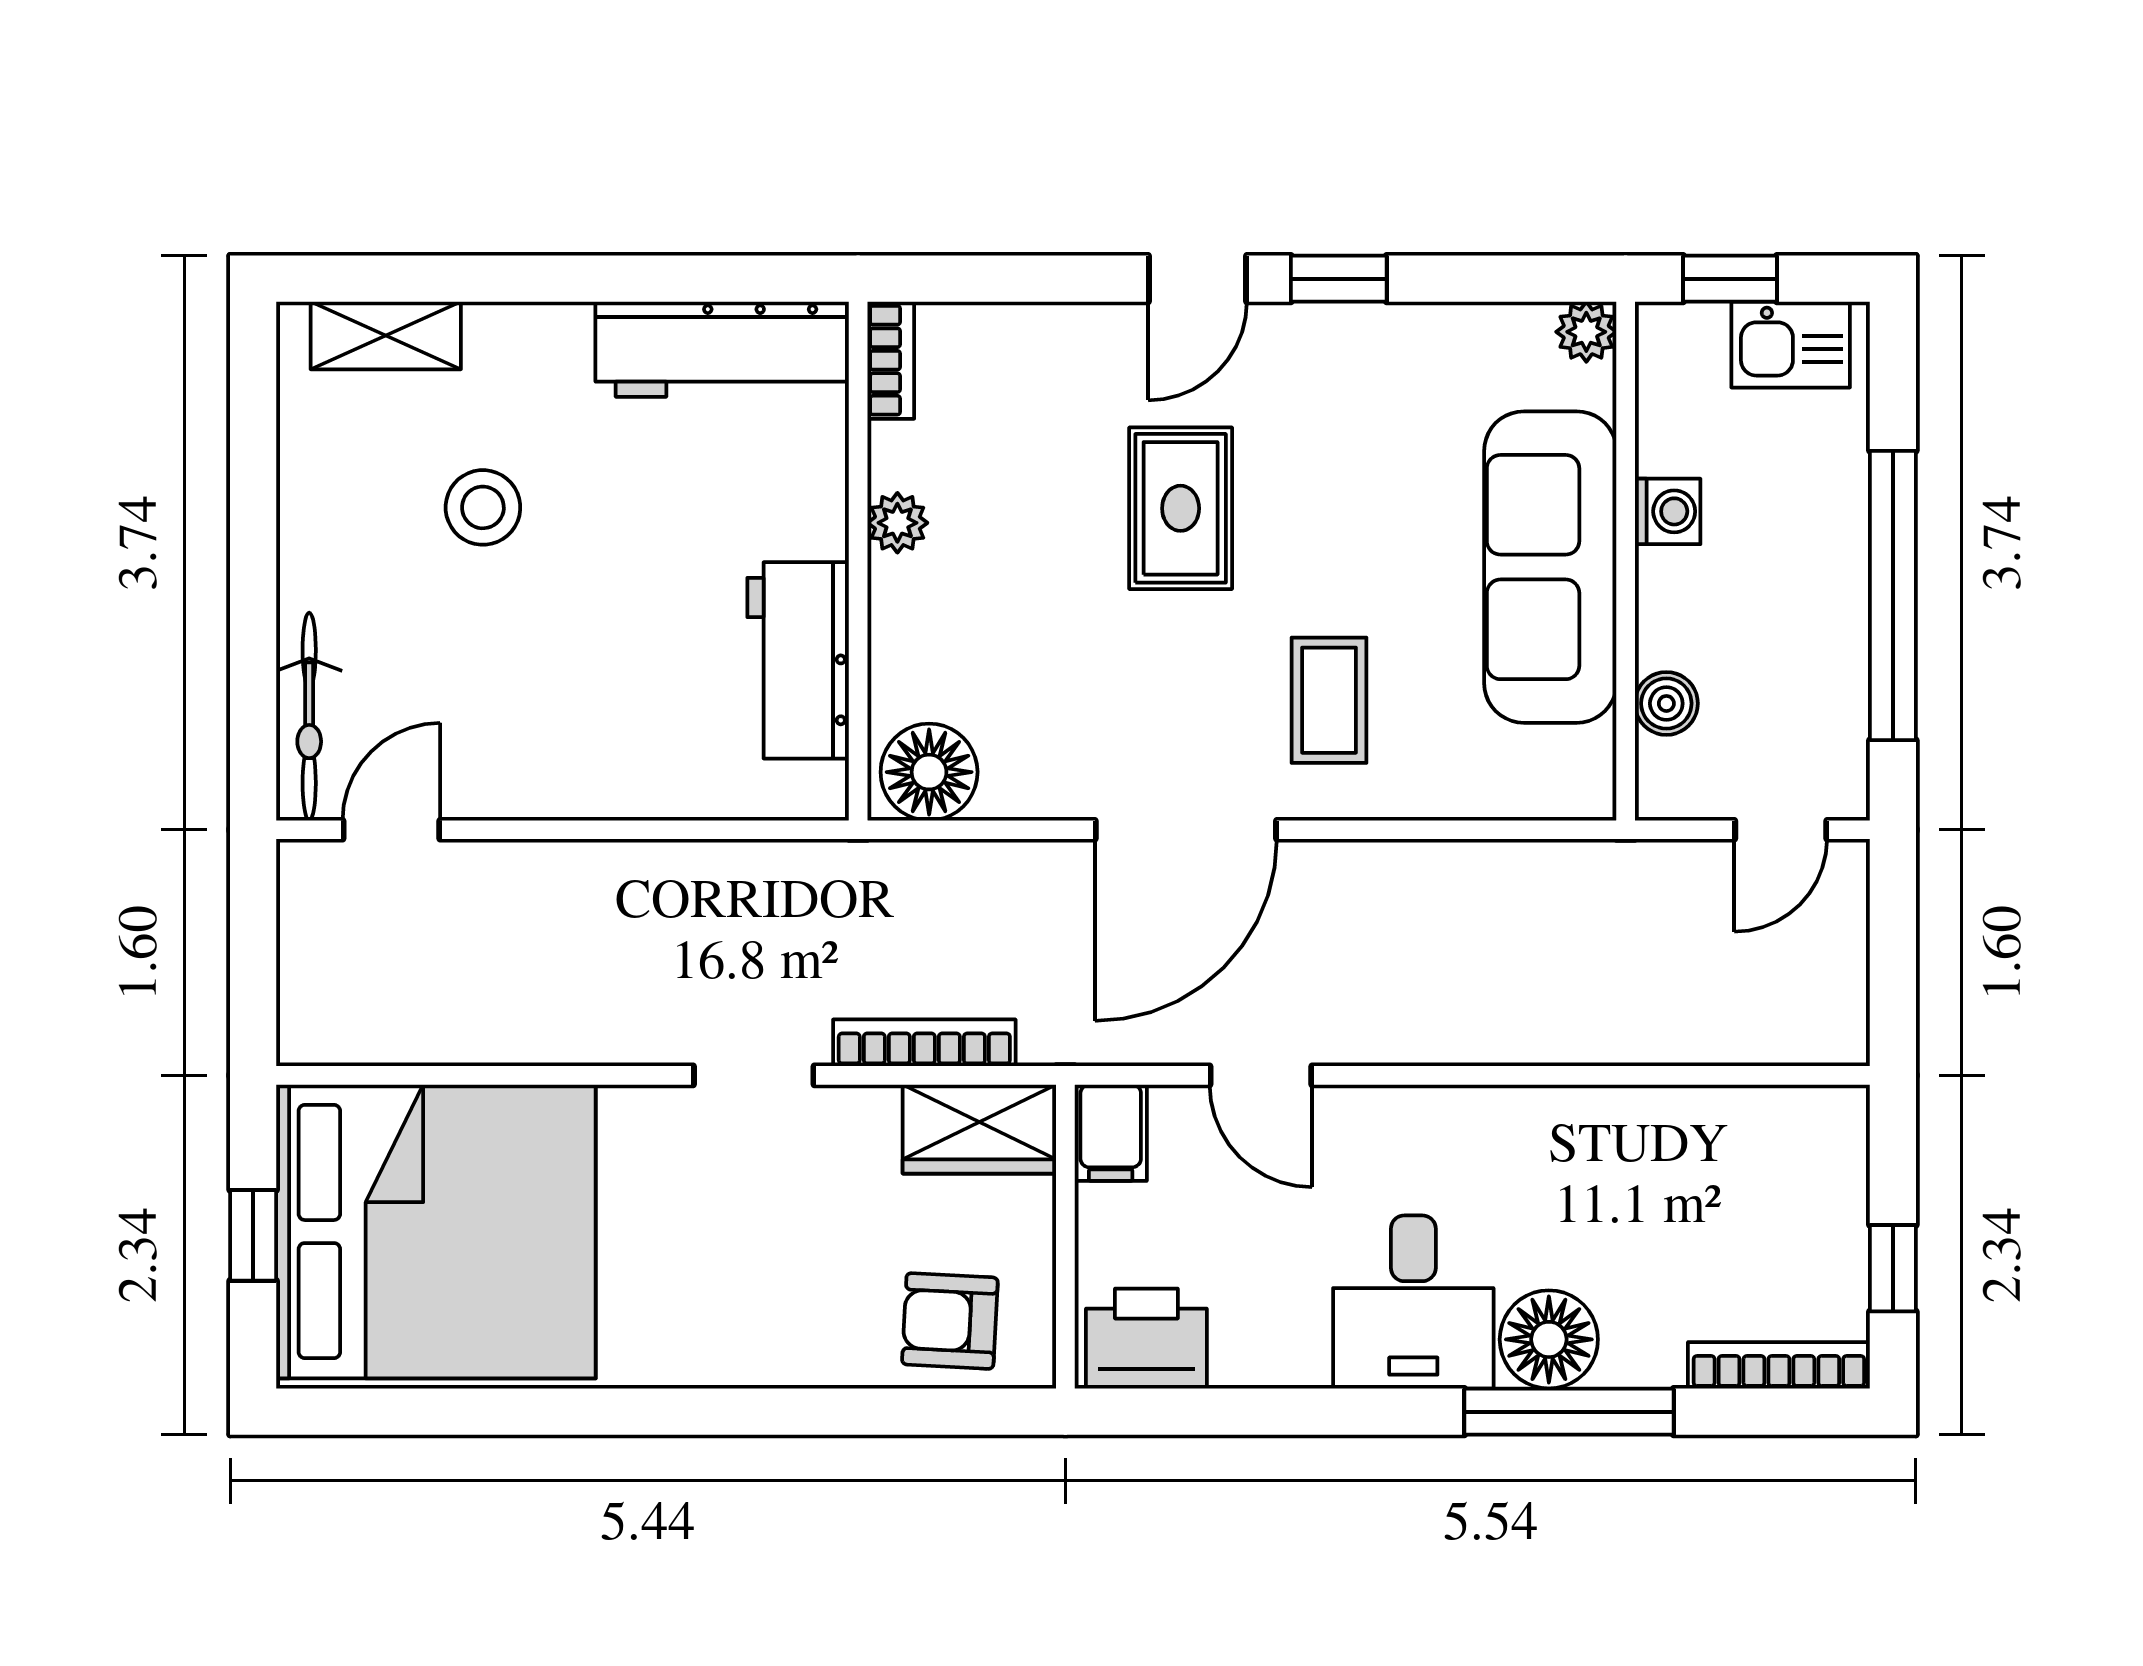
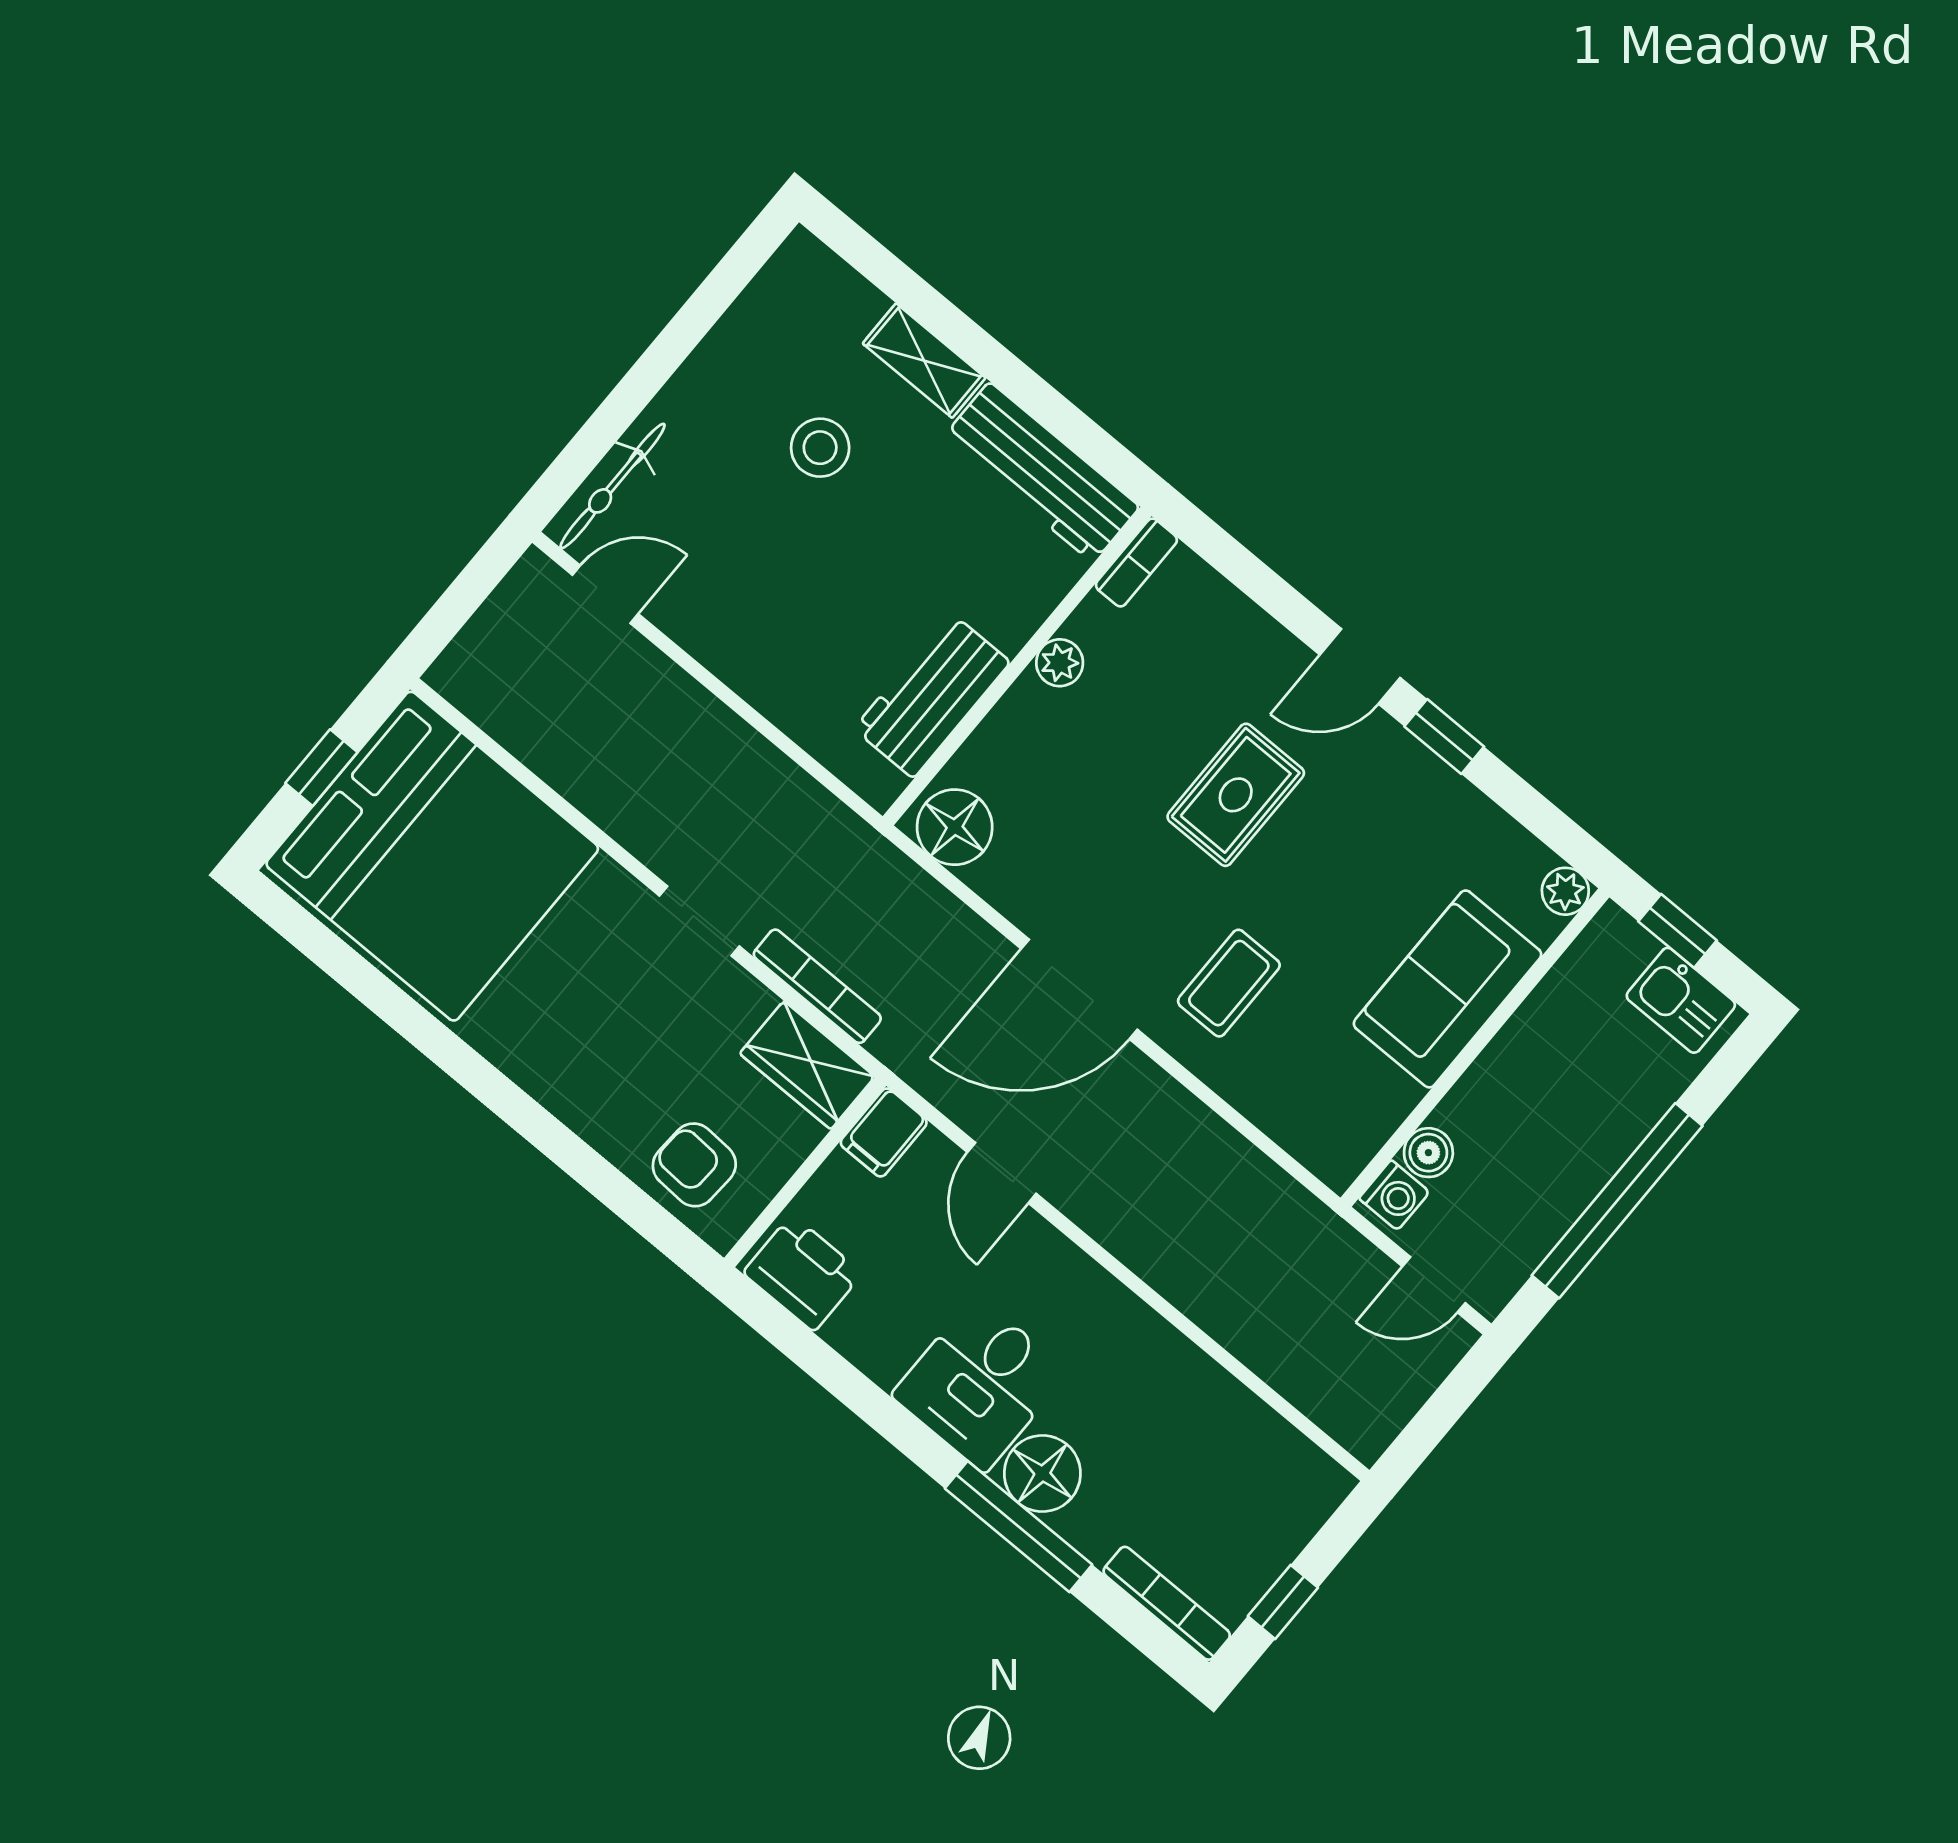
shelving: (386, 335) -> (924, 361), moved
washing machine: (1668, 511) -> (1394, 1195), moved
sofa: (1550, 567) -> (1447, 989), width x0.73

